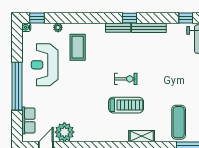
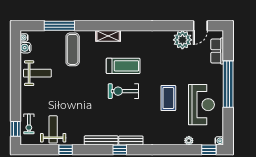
coffee table: (78, 47) -> (168, 98), moved
exercise bike: (126, 79) -> (123, 91), width x1.38, depth x1.39
treadmill: (126, 105) -> (123, 66), turned 180

